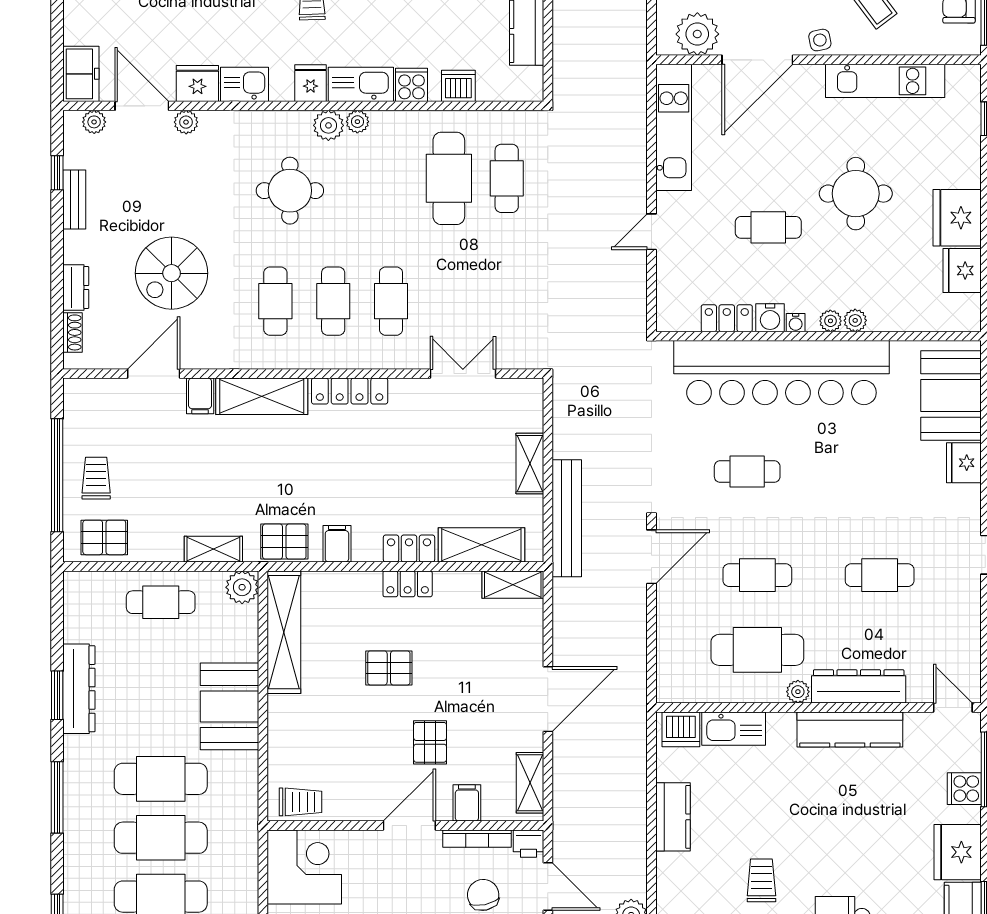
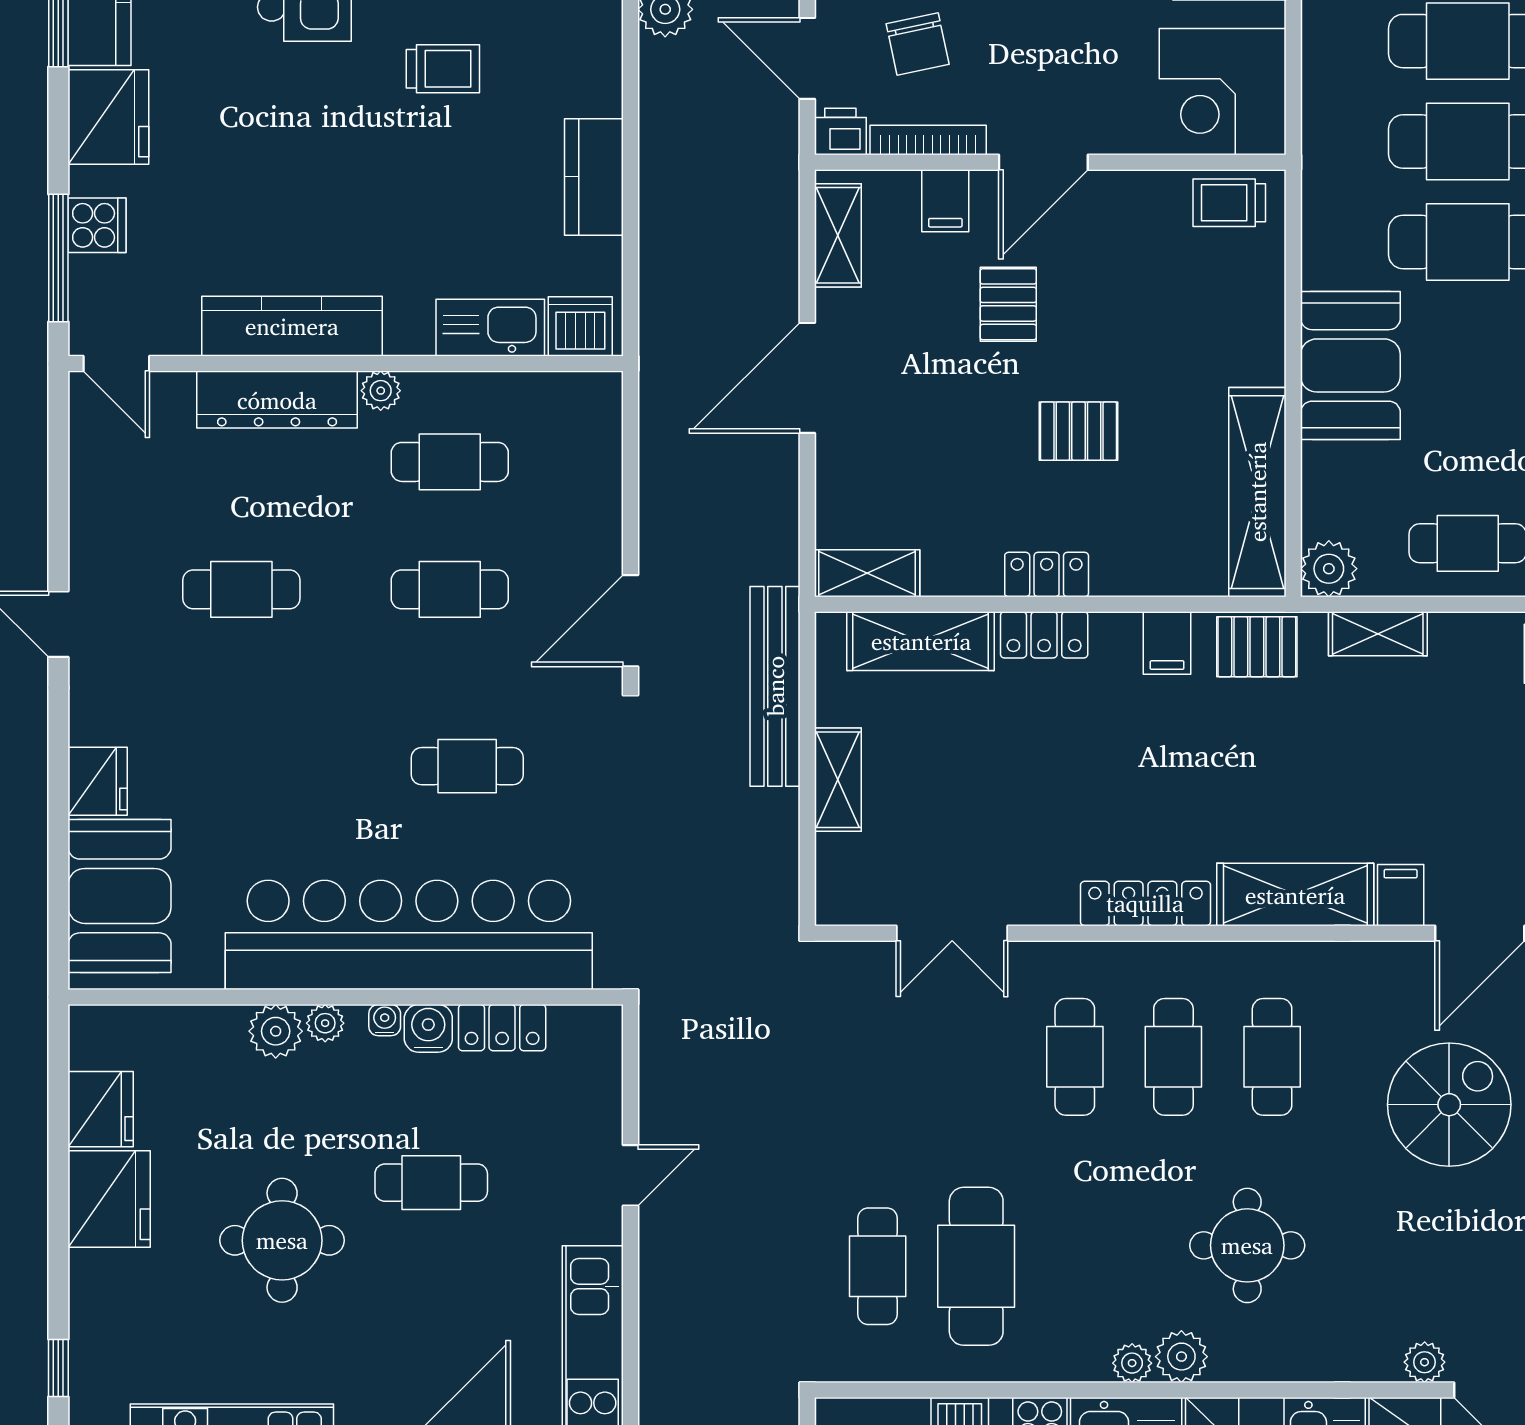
plant: (855, 320) -> (276, 1031), width x1.38, depth x1.38
cafe table: (757, 650) -> (450, 462), width x0.73, depth x0.74
trolley: (761, 880) -> (443, 69), turned -90

